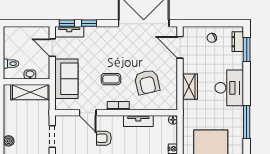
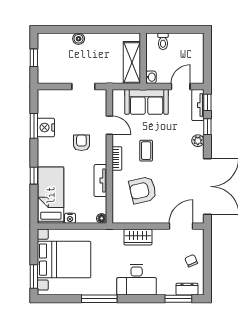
plant: (102, 32) -> (198, 141), added
washbasin: (30, 75) -> (151, 77), moved
door: (88, 113) -> (109, 125), swing flipped

